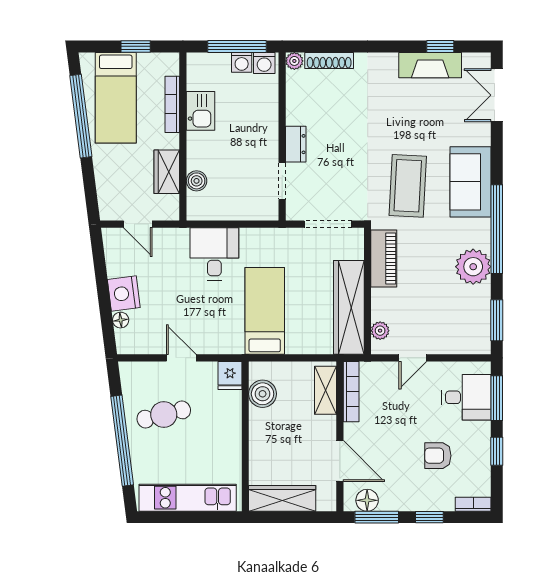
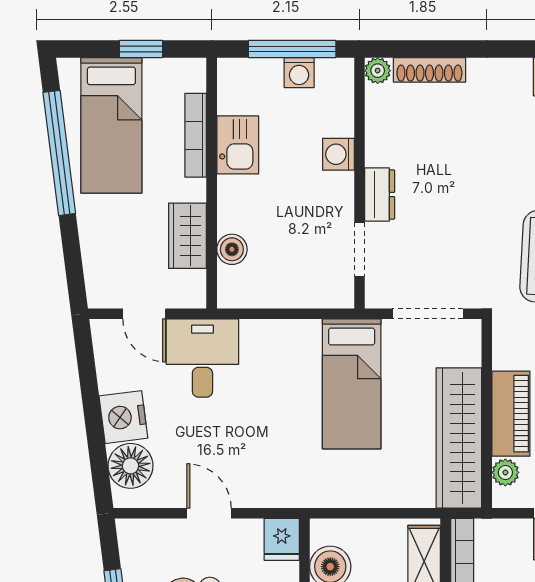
washing machine: (264, 63) -> (338, 154), moved, turned 90
desk: (214, 254) -> (202, 358), moved
piano: (384, 258) -> (511, 414), moved
bed: (265, 311) -> (352, 384), moved, turned 180
floor lamp: (121, 320) -> (131, 466), width x1.89, depth x1.89

